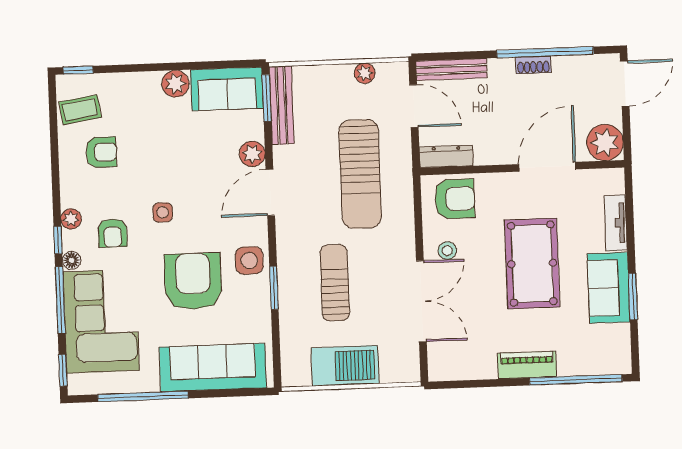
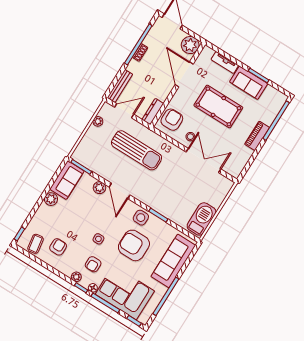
bench: (282, 105) -> (88, 163), removed
armchair: (113, 233) -> (93, 264), turned 90
sun lounger: (335, 283) -> (173, 190), removed
barbecue: (345, 366) -> (201, 219), moved

